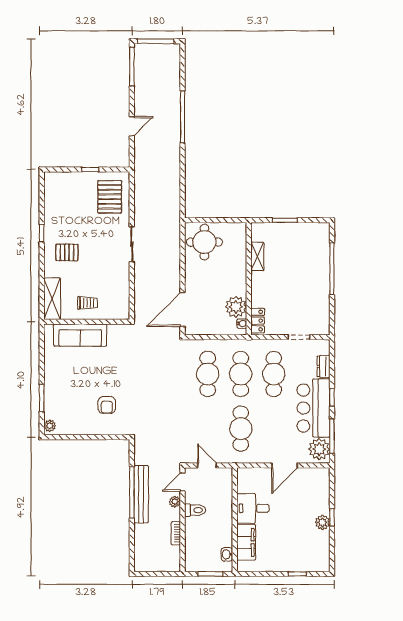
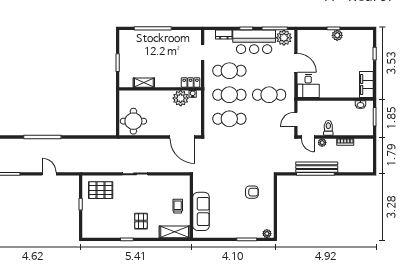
desk: (253, 508) -> (308, 86), moved
filing cabinet: (246, 542) -> (366, 85), moved, turned -90

